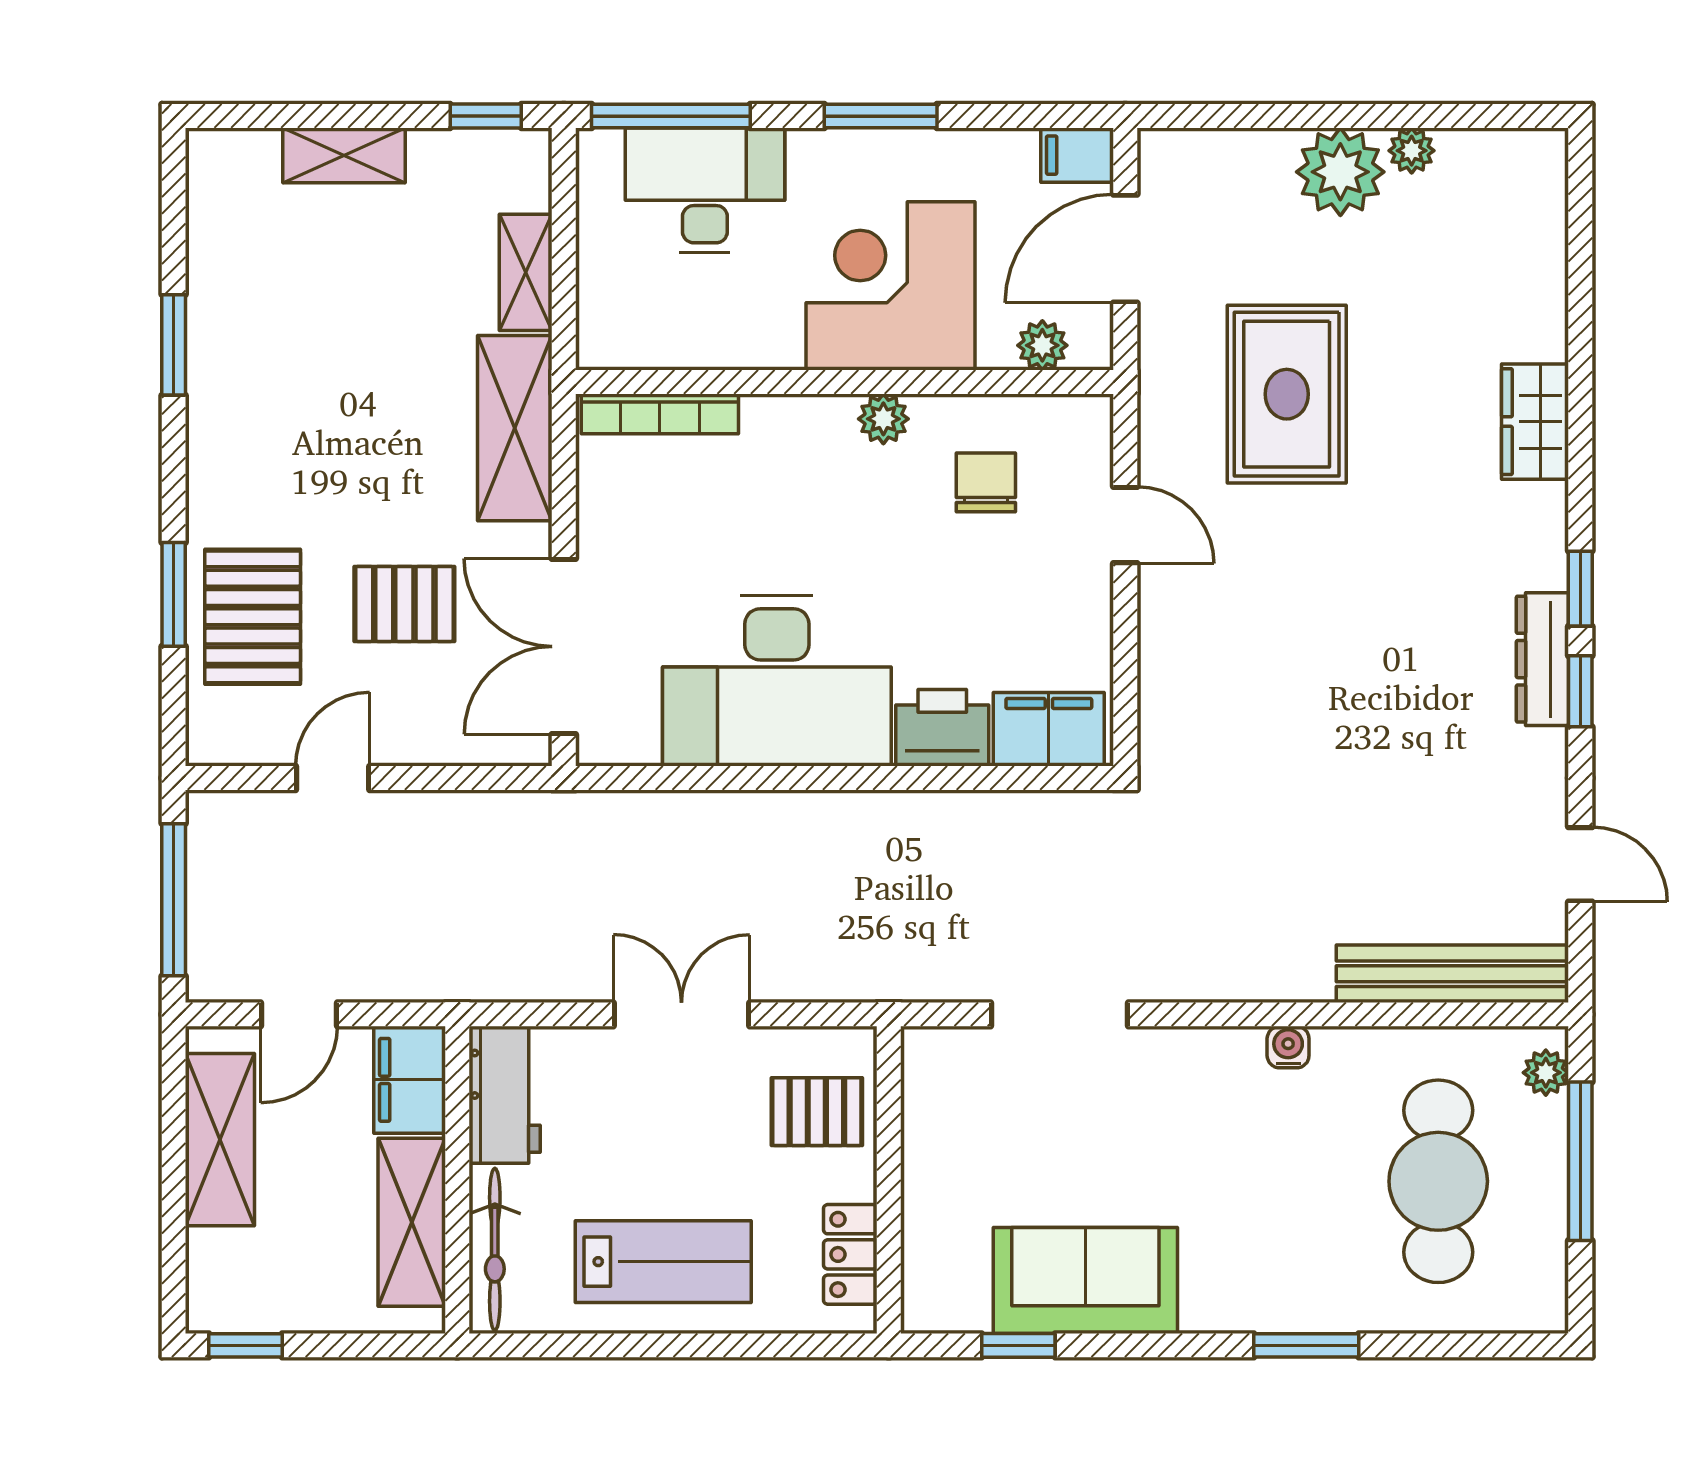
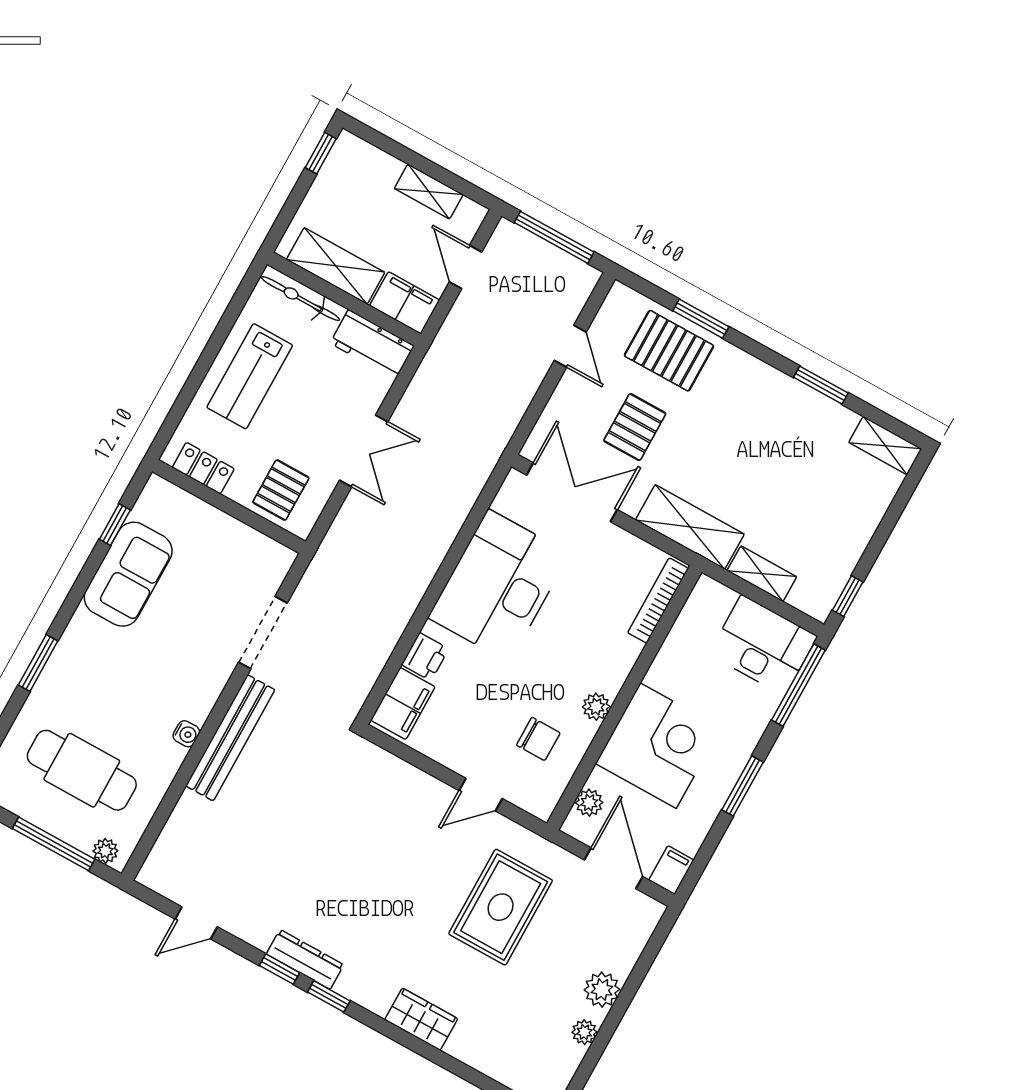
shelving: (344, 155) -> (885, 446), moved, turned 90
plant: (1340, 172) -> (602, 990), width x0.73, depth x0.73
desk: (705, 190) -> (763, 645), moved, turned -90
rug: (1287, 394) -> (501, 907), turned 90
printer: (942, 728) -> (425, 657), width x0.73, depth x0.81
bench: (1452, 974) -> (230, 738), moved
shelving: (220, 1140) -> (429, 191), width x0.67, depth x0.75

